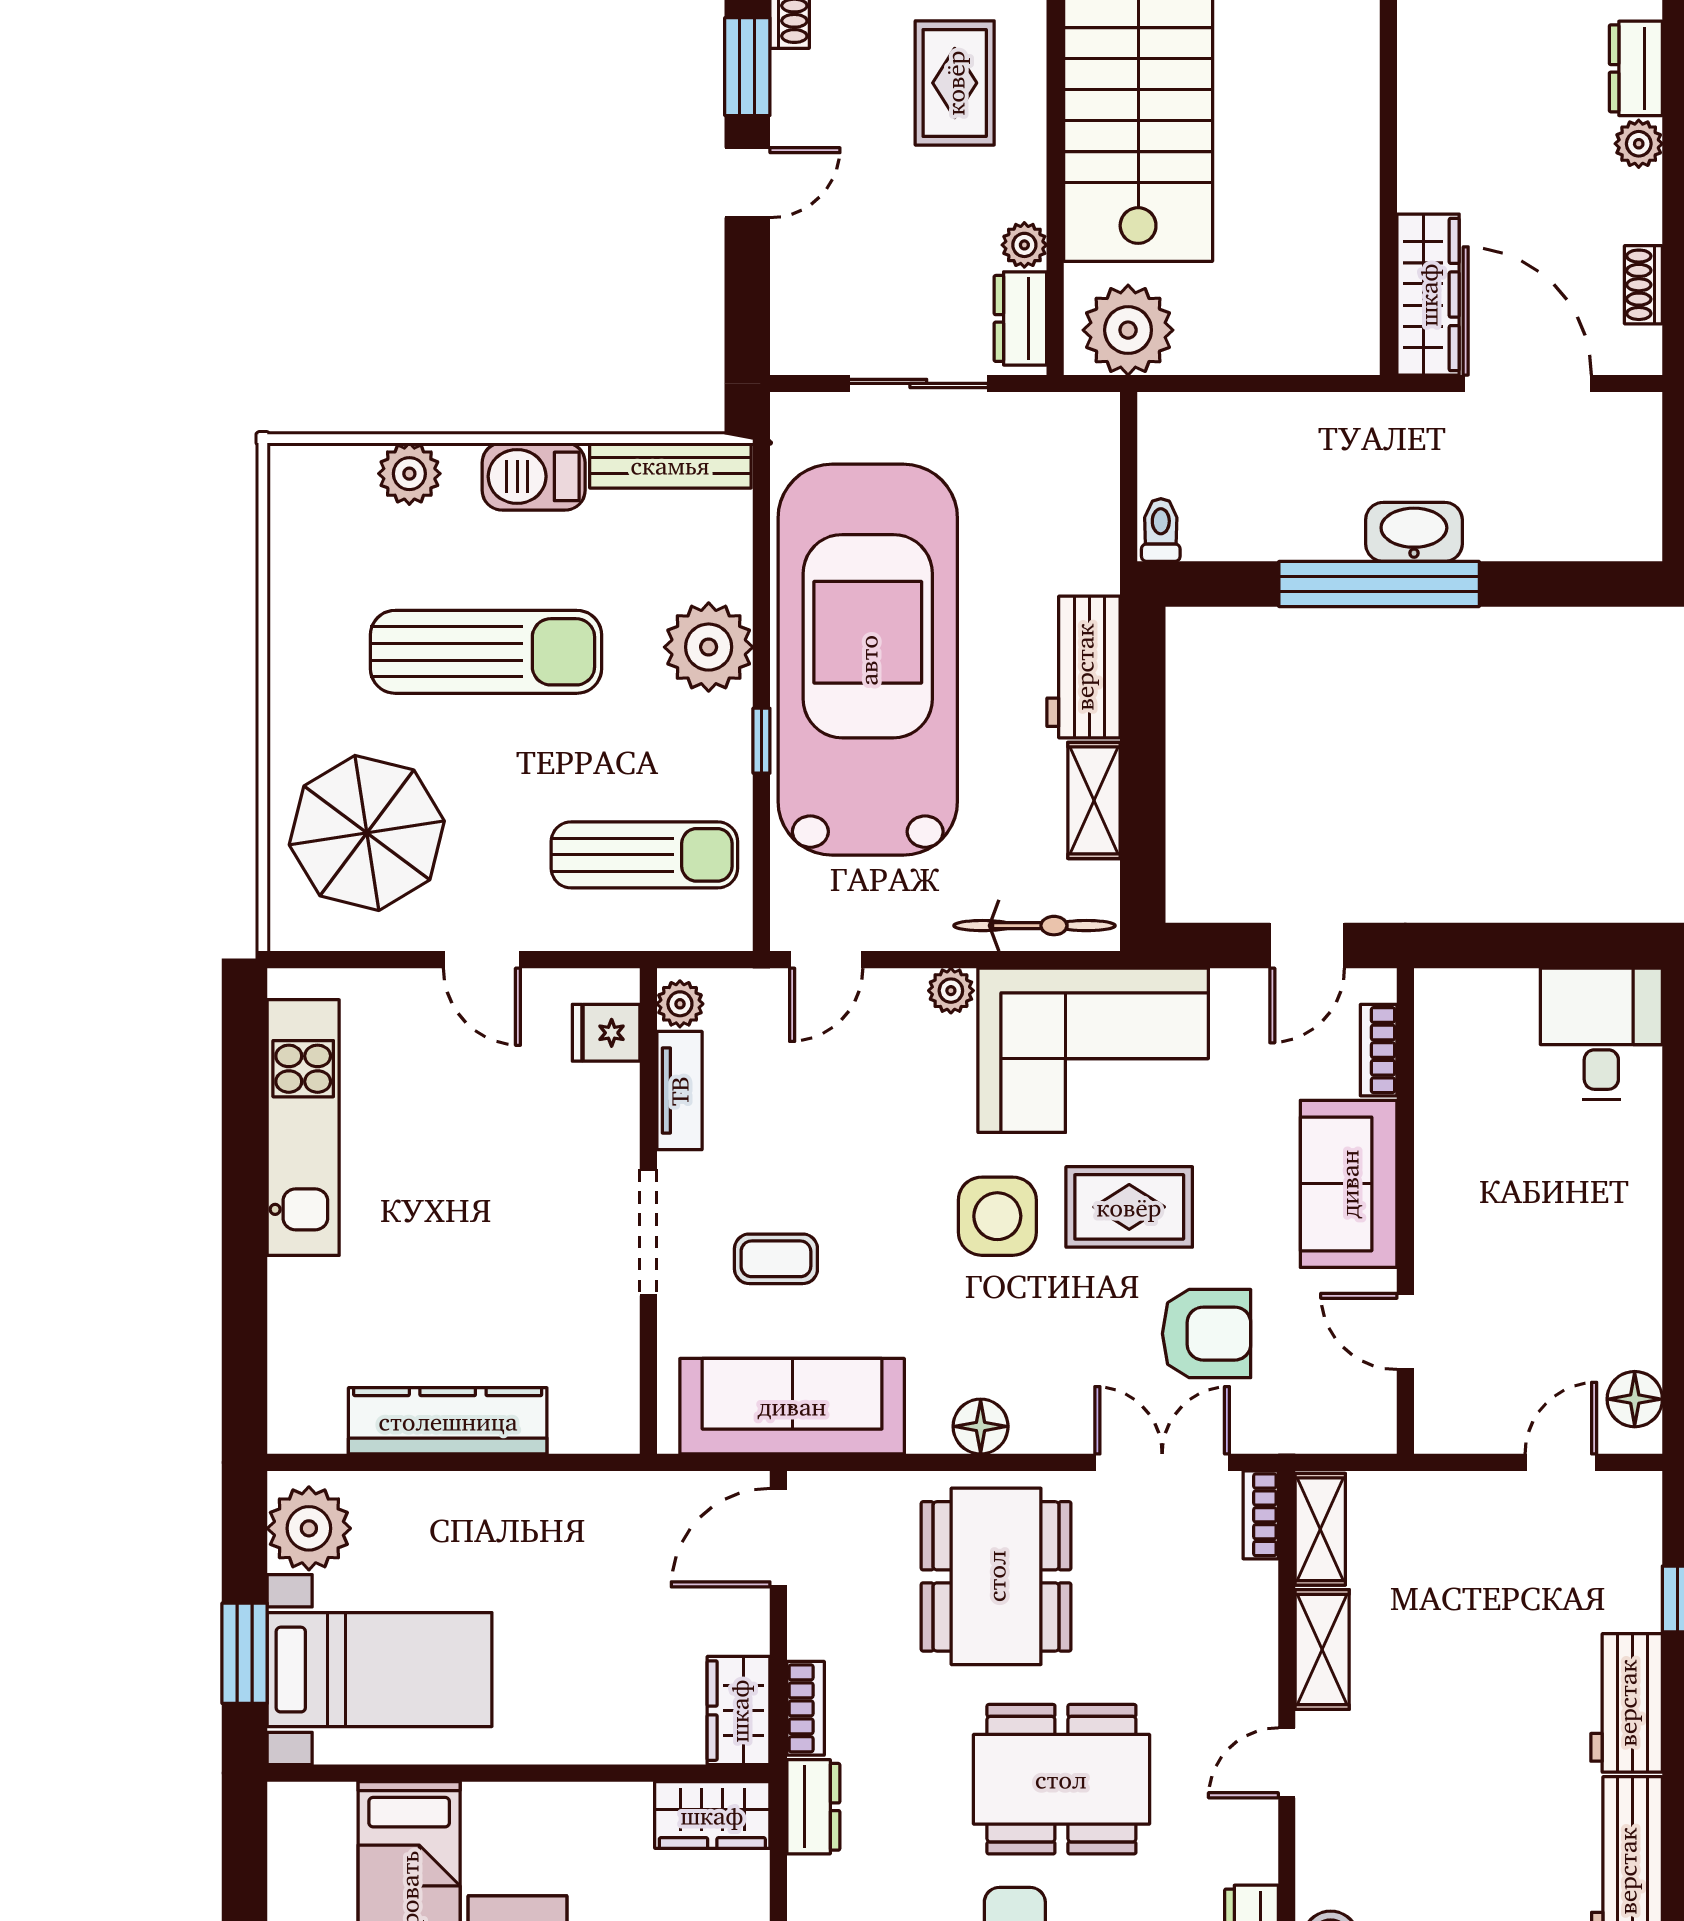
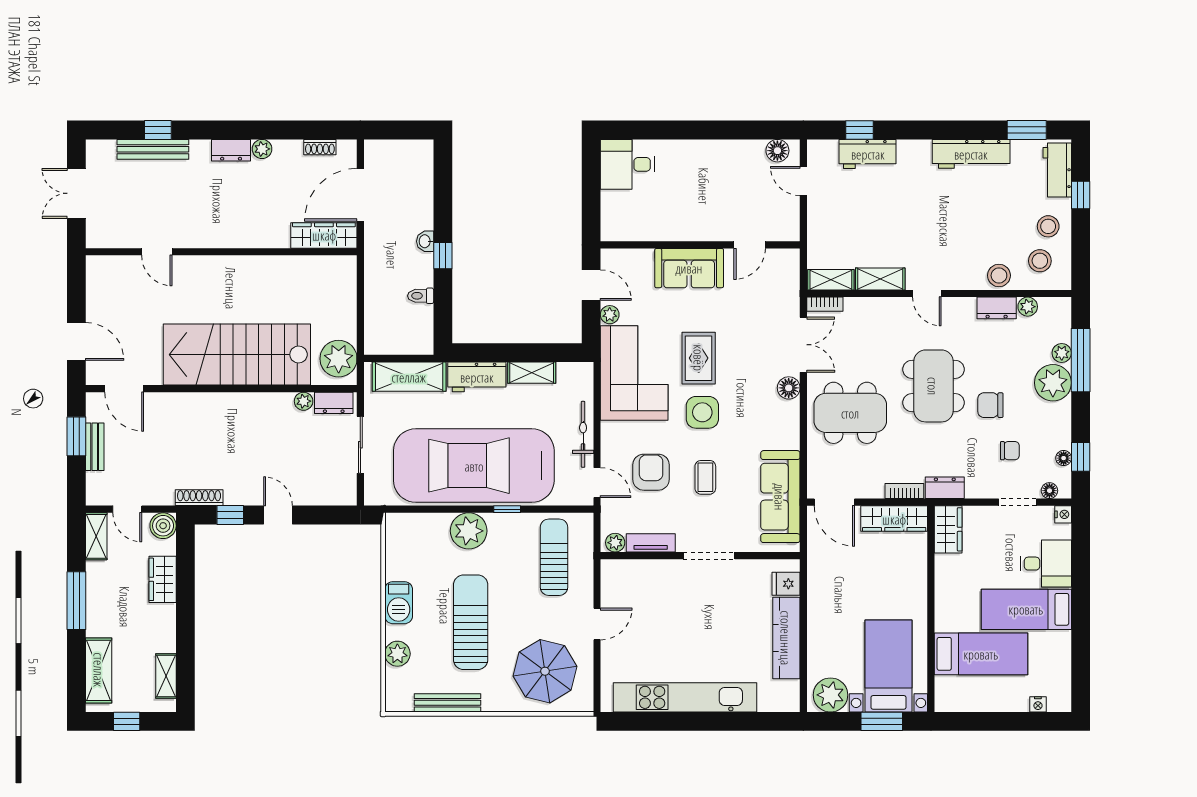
window: (747, 67) -> (230, 515), width x0.67
rug: (955, 83) -> (237, 430), removed
bench: (670, 465) -> (447, 703), moved, turned 90
shelving: (1084, 502) -> (409, 377), added
toilet: (1161, 530) -> (421, 296), moved
washbasin: (1414, 532) -> (425, 241), width x0.52, depth x0.69
window: (1379, 584) -> (443, 256), width x0.32
bicycle: (1035, 926) -> (583, 434), moved
plant: (951, 991) -> (610, 315), moved
fridge: (606, 1033) -> (786, 584), moved, turned 90
bookcase: (1379, 1050) -> (634, 256), removed
kitchen unit: (303, 1128) -> (685, 697), width x1.36
coffee table: (776, 1259) -> (705, 477), moved
armchair: (1207, 1334) -> (651, 472), moved
floor lamp: (981, 1426) -> (789, 388), moved
double door: (1162, 1462) -> (803, 345), swing flipped
workbench: (1627, 1703) -> (868, 154), moved
wardrobe: (739, 1711) -> (894, 519), width x1.50

